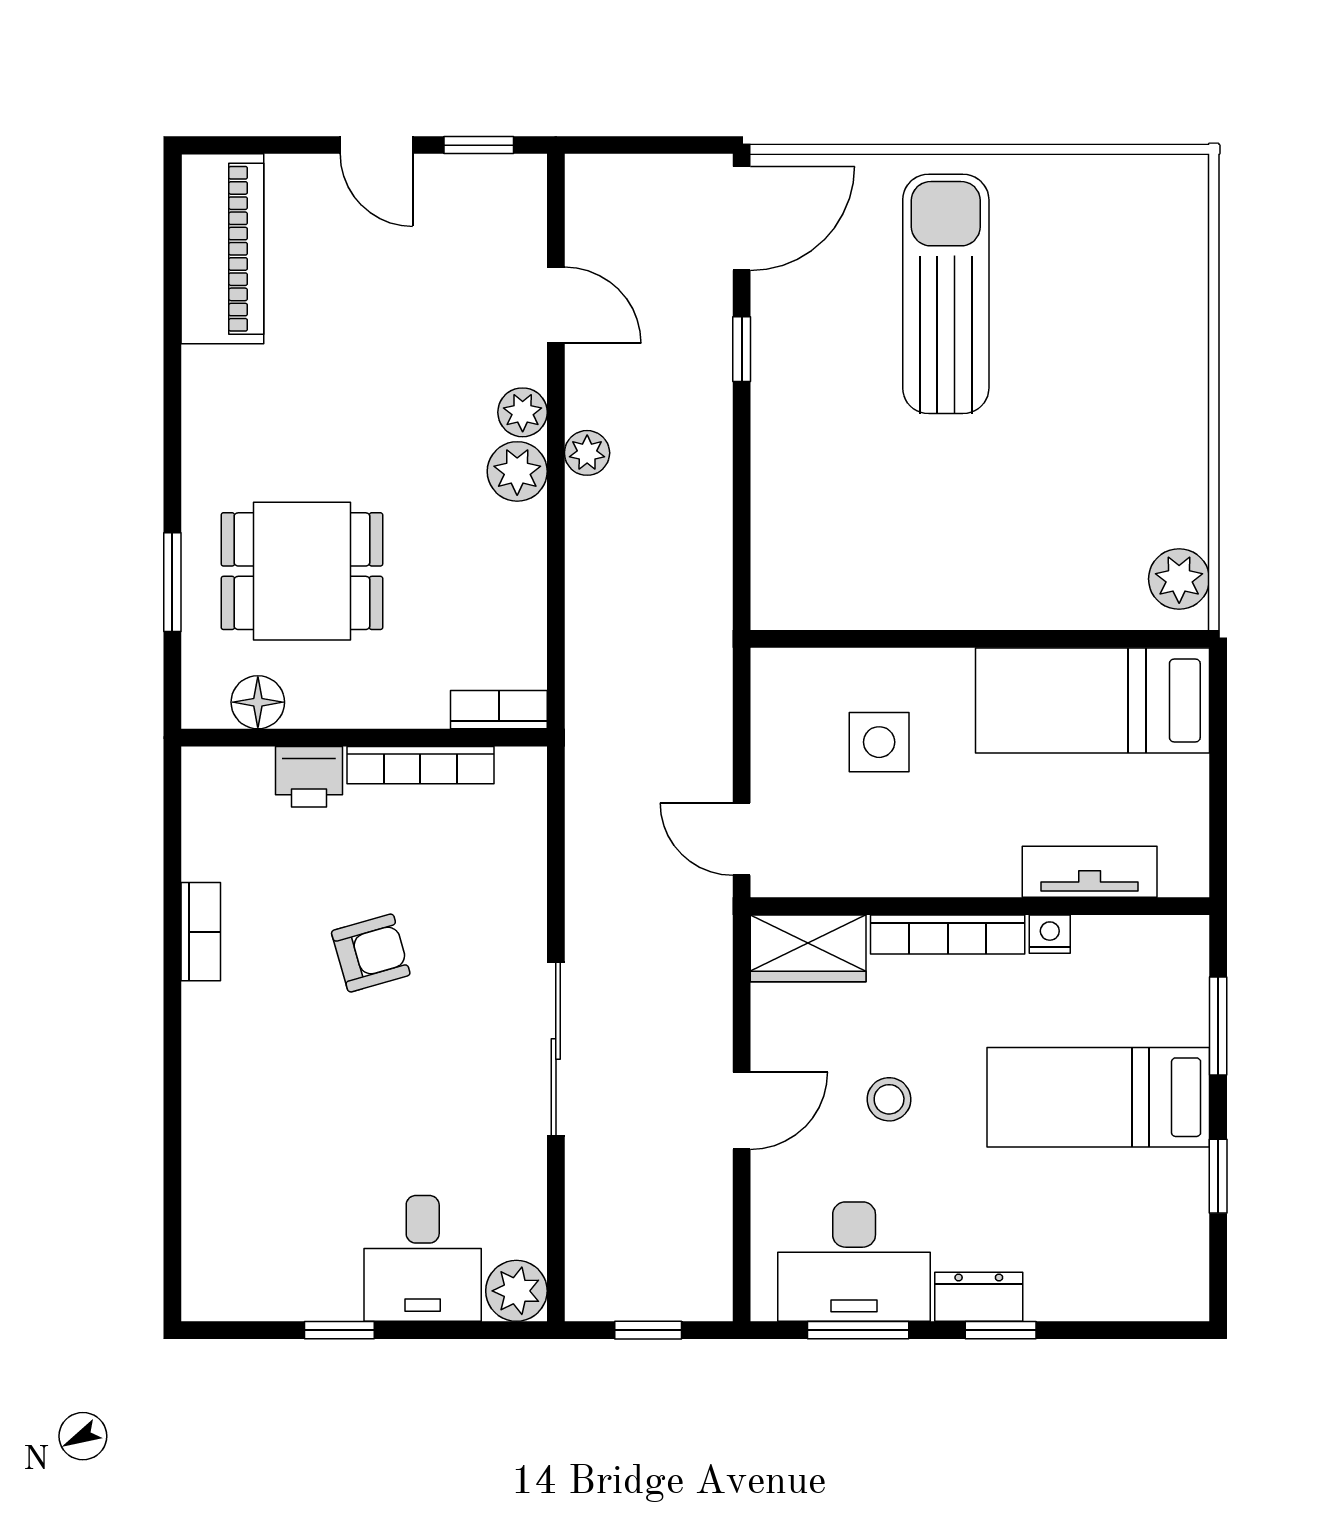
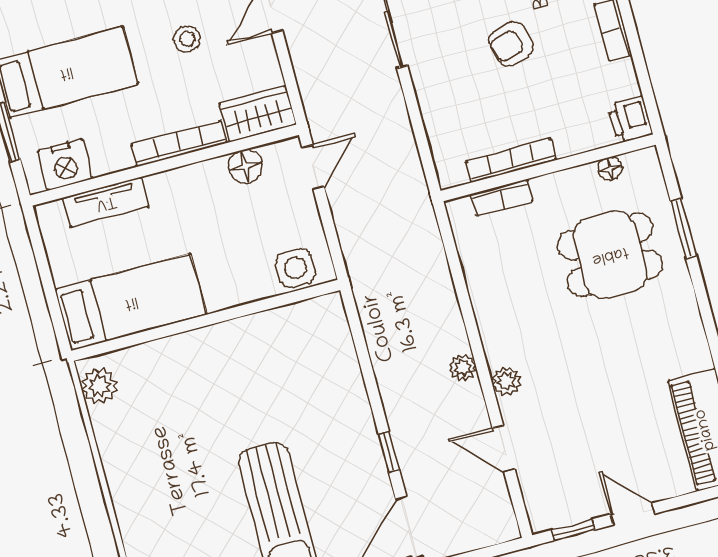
plant: (517, 471) -> (500, 346), removed
floor lamp: (258, 702) -> (610, 169), width x0.73, depth x0.73
bookcase: (499, 710) -> (502, 198), moved
side table: (879, 742) -> (296, 268), moved
printer: (309, 777) -> (630, 120), moved, turned -90
door: (742, 839) -> (313, 167), hinge flipped
floor lamp: (850, 869) -> (245, 166), added
nightstand: (1050, 934) -> (65, 165), moved, width x1.89, depth x1.79

